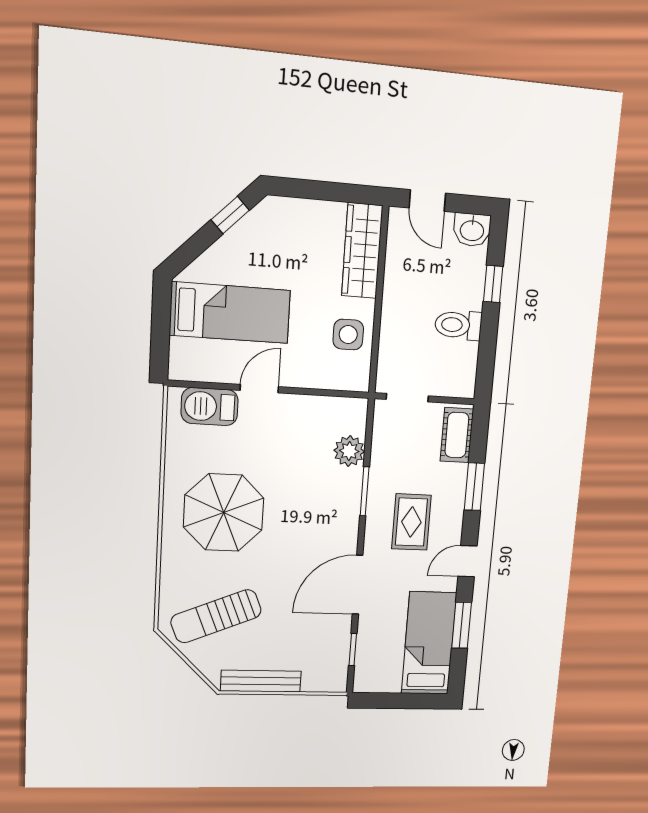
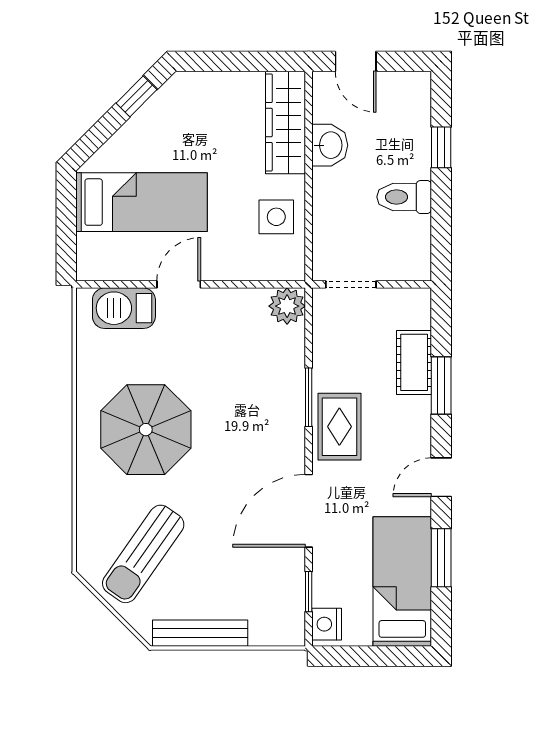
washbasin: (472, 230) -> (330, 145), moved, turned -90
cot: (457, 435) -> (414, 362), moved
plant: (349, 451) -> (287, 306), moved
rug: (411, 522) -> (339, 427), moved
sun lounger: (216, 616) -> (143, 554), turned -33
nightstand: (365, 675) -> (327, 624), added

